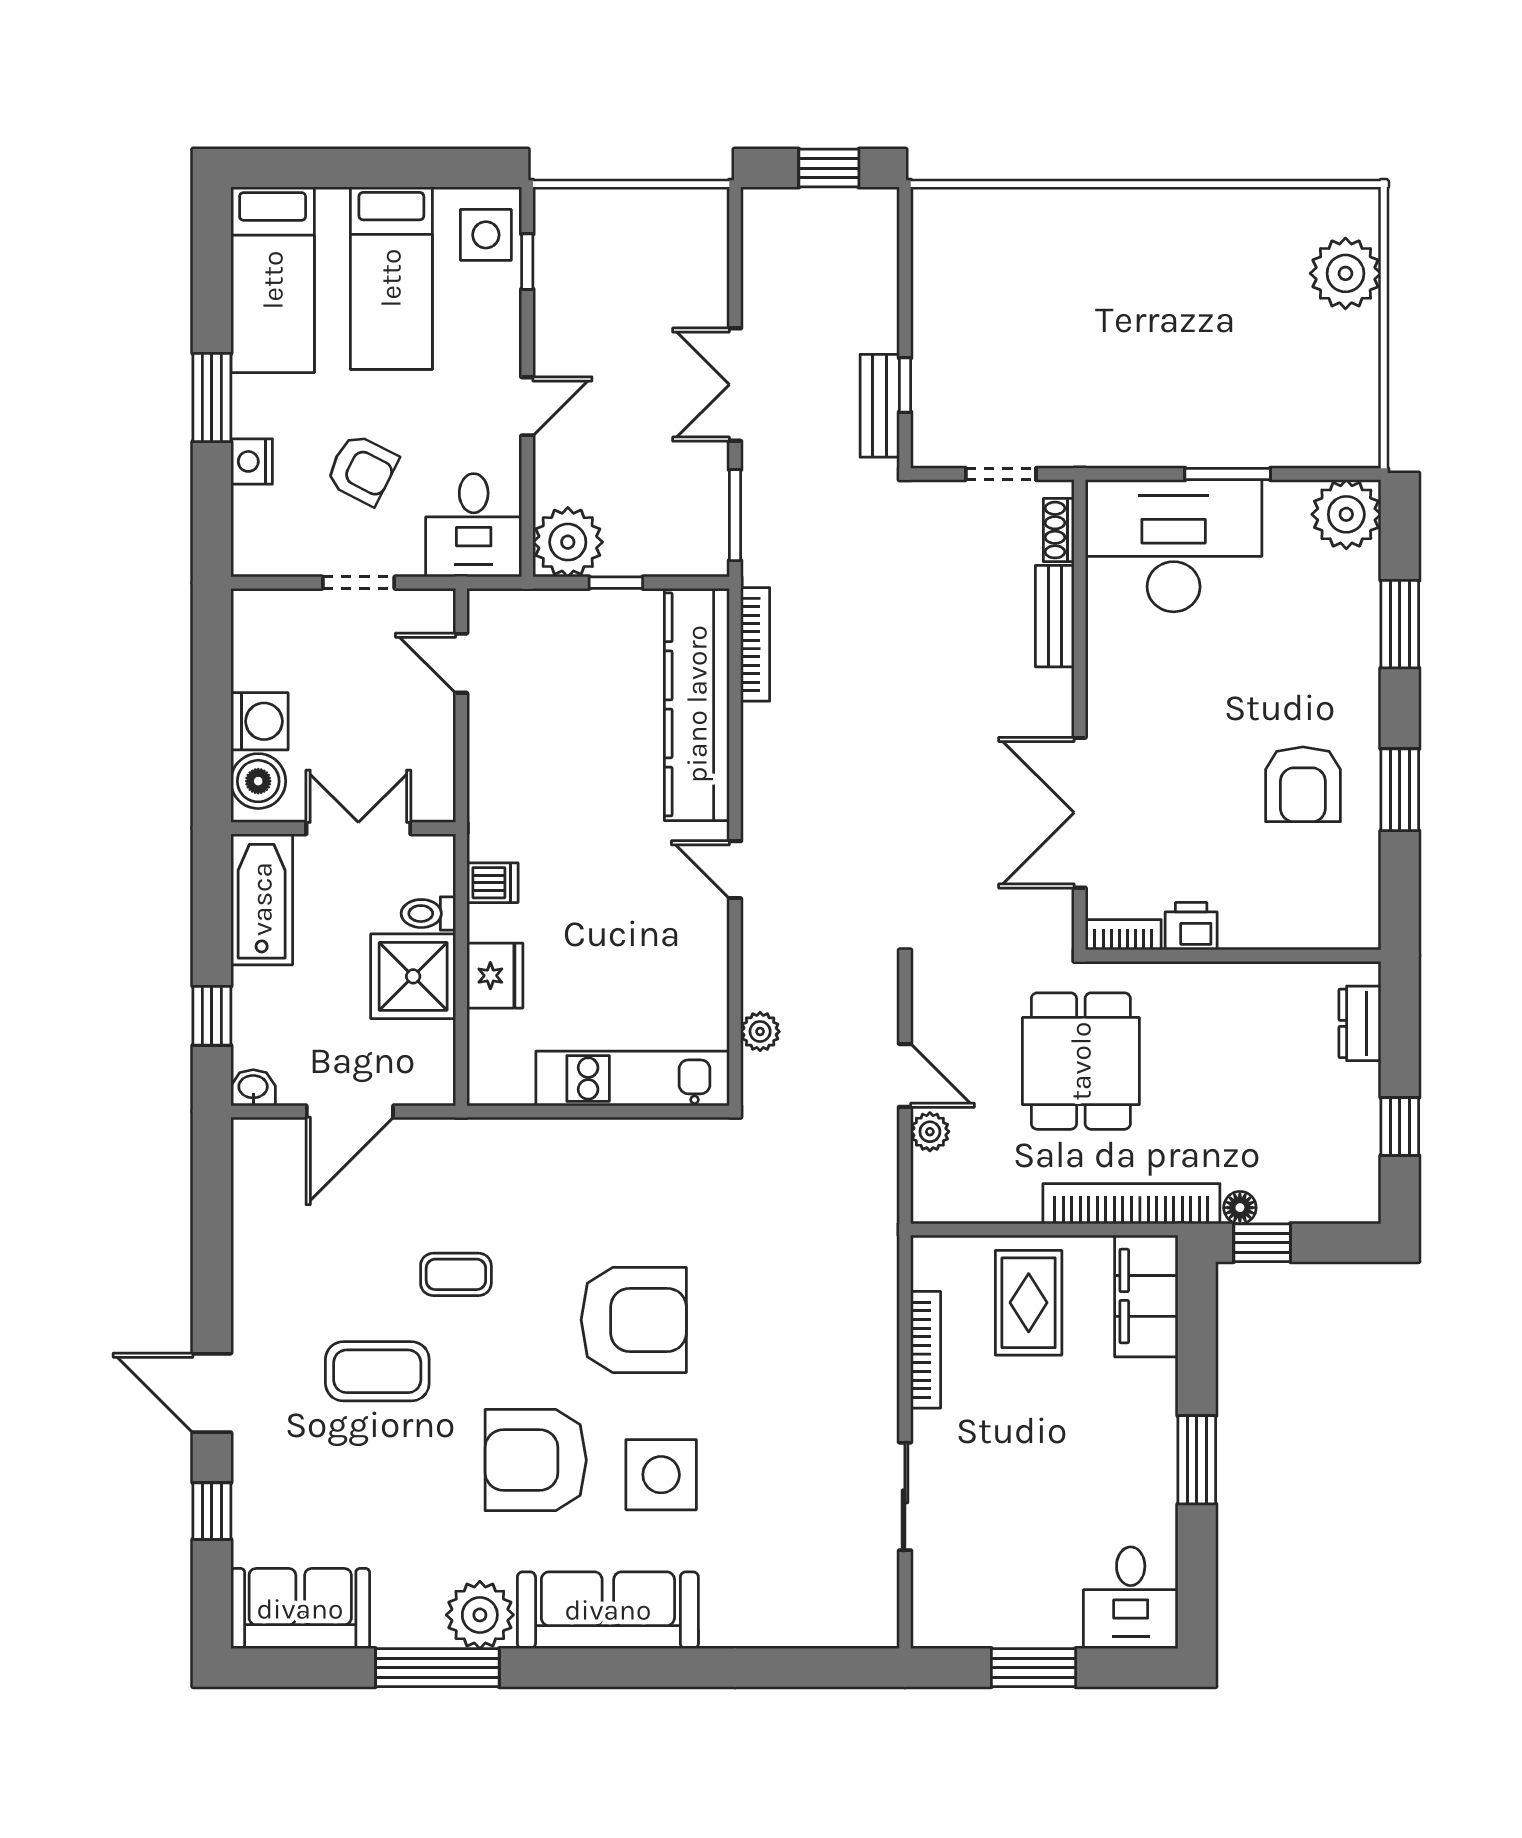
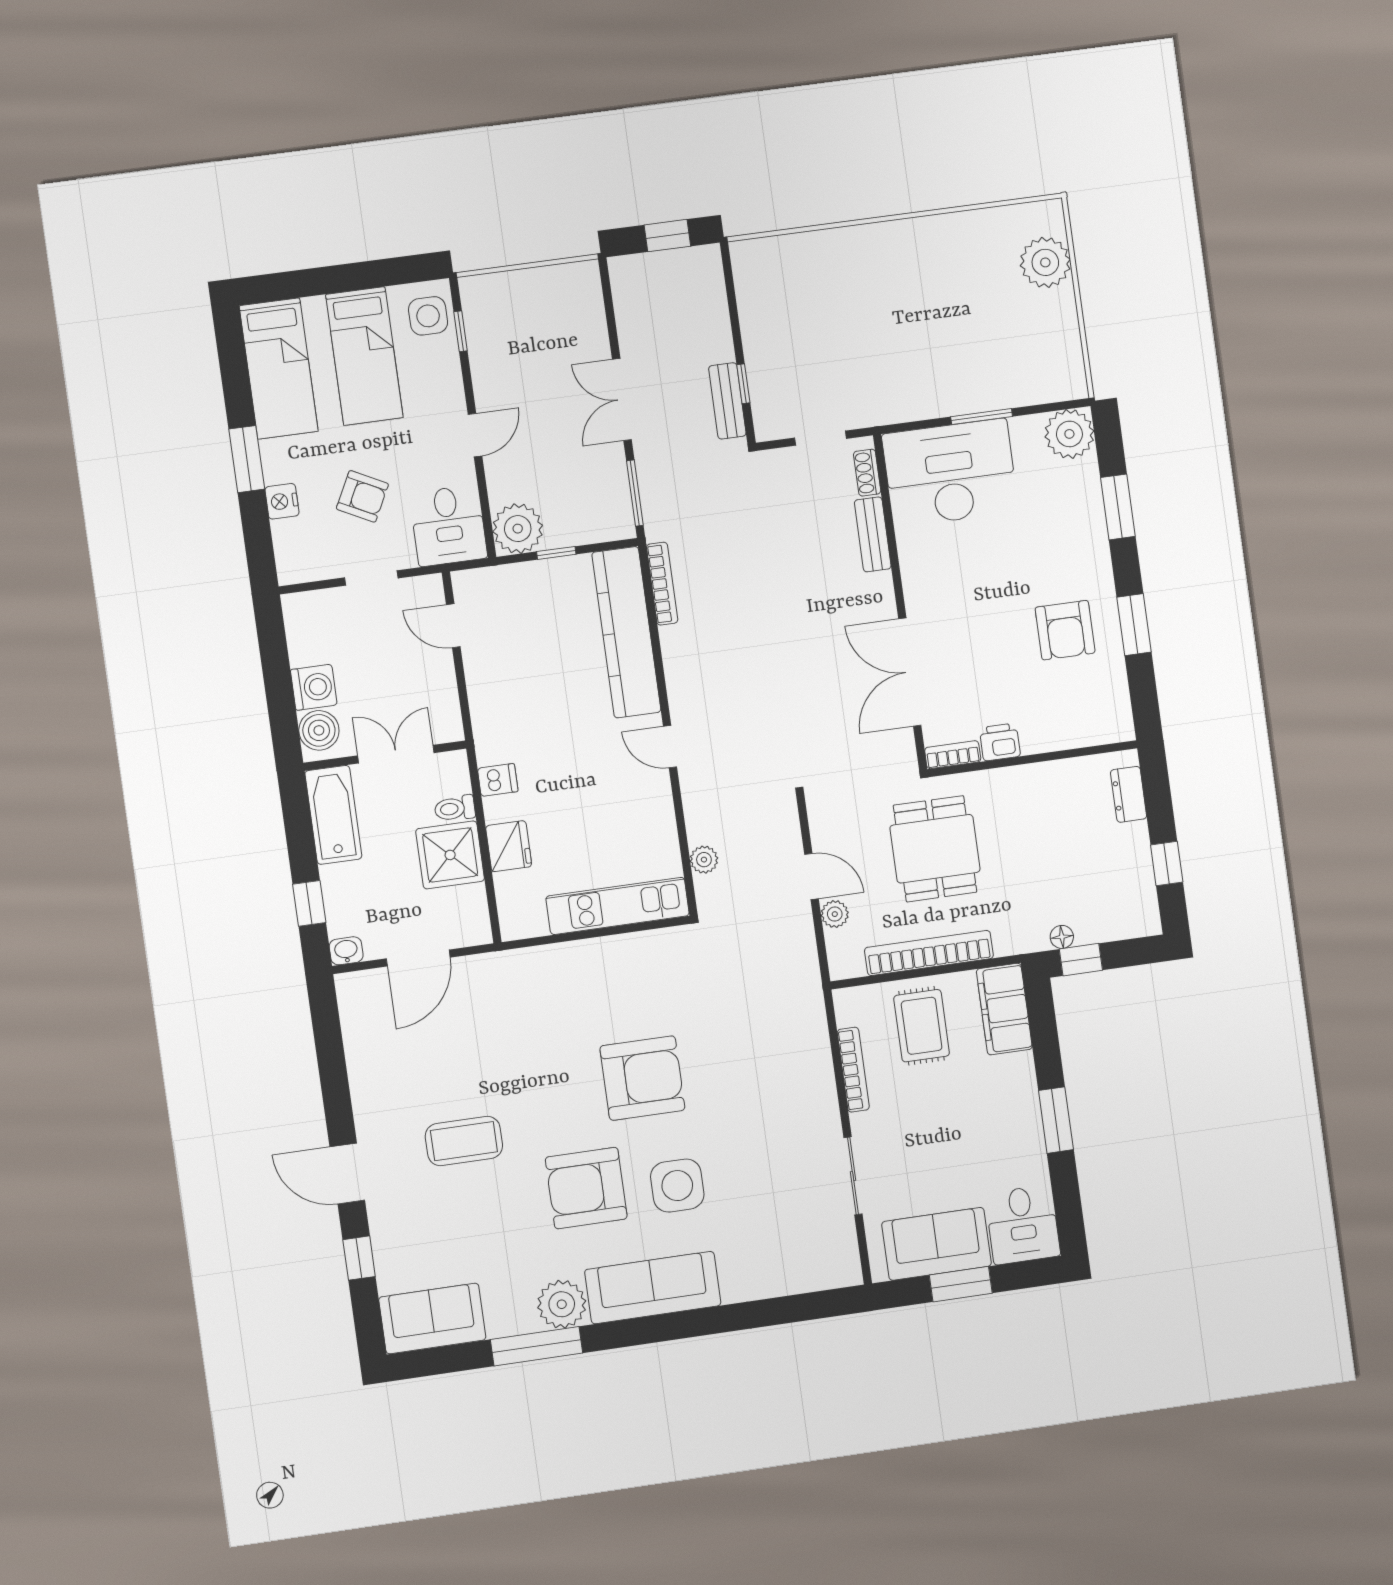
bookcase: (1131, 1204) -> (929, 953), moved
coffee table: (456, 1274) -> (511, 1064), removed
sofa: (1008, 1607) -> (937, 1244), added

